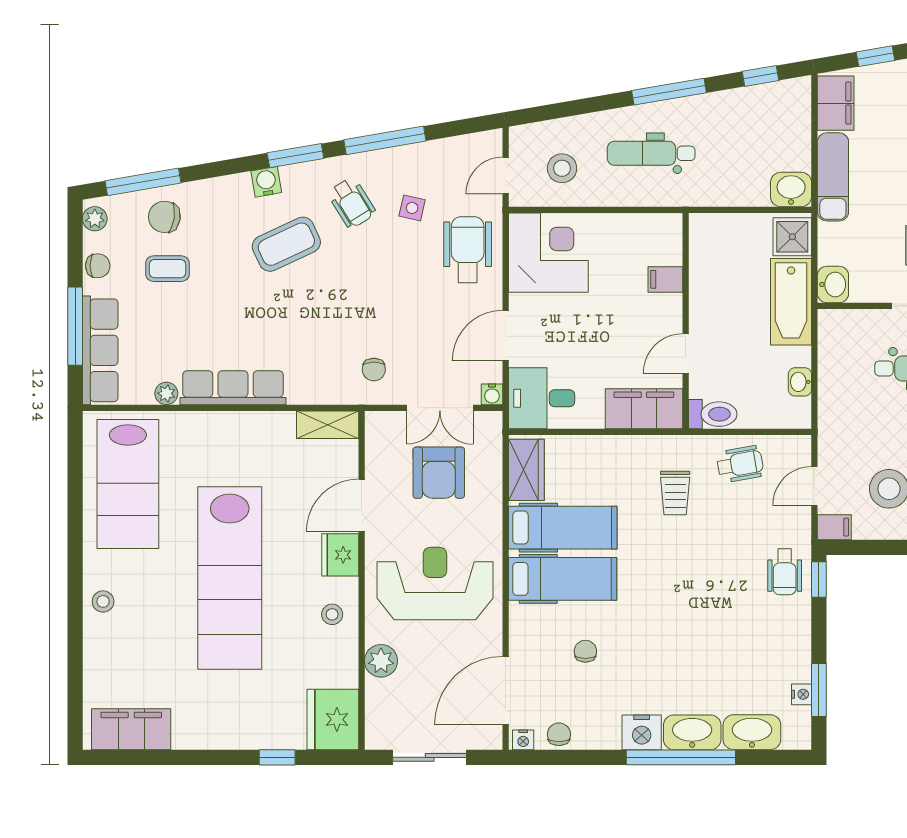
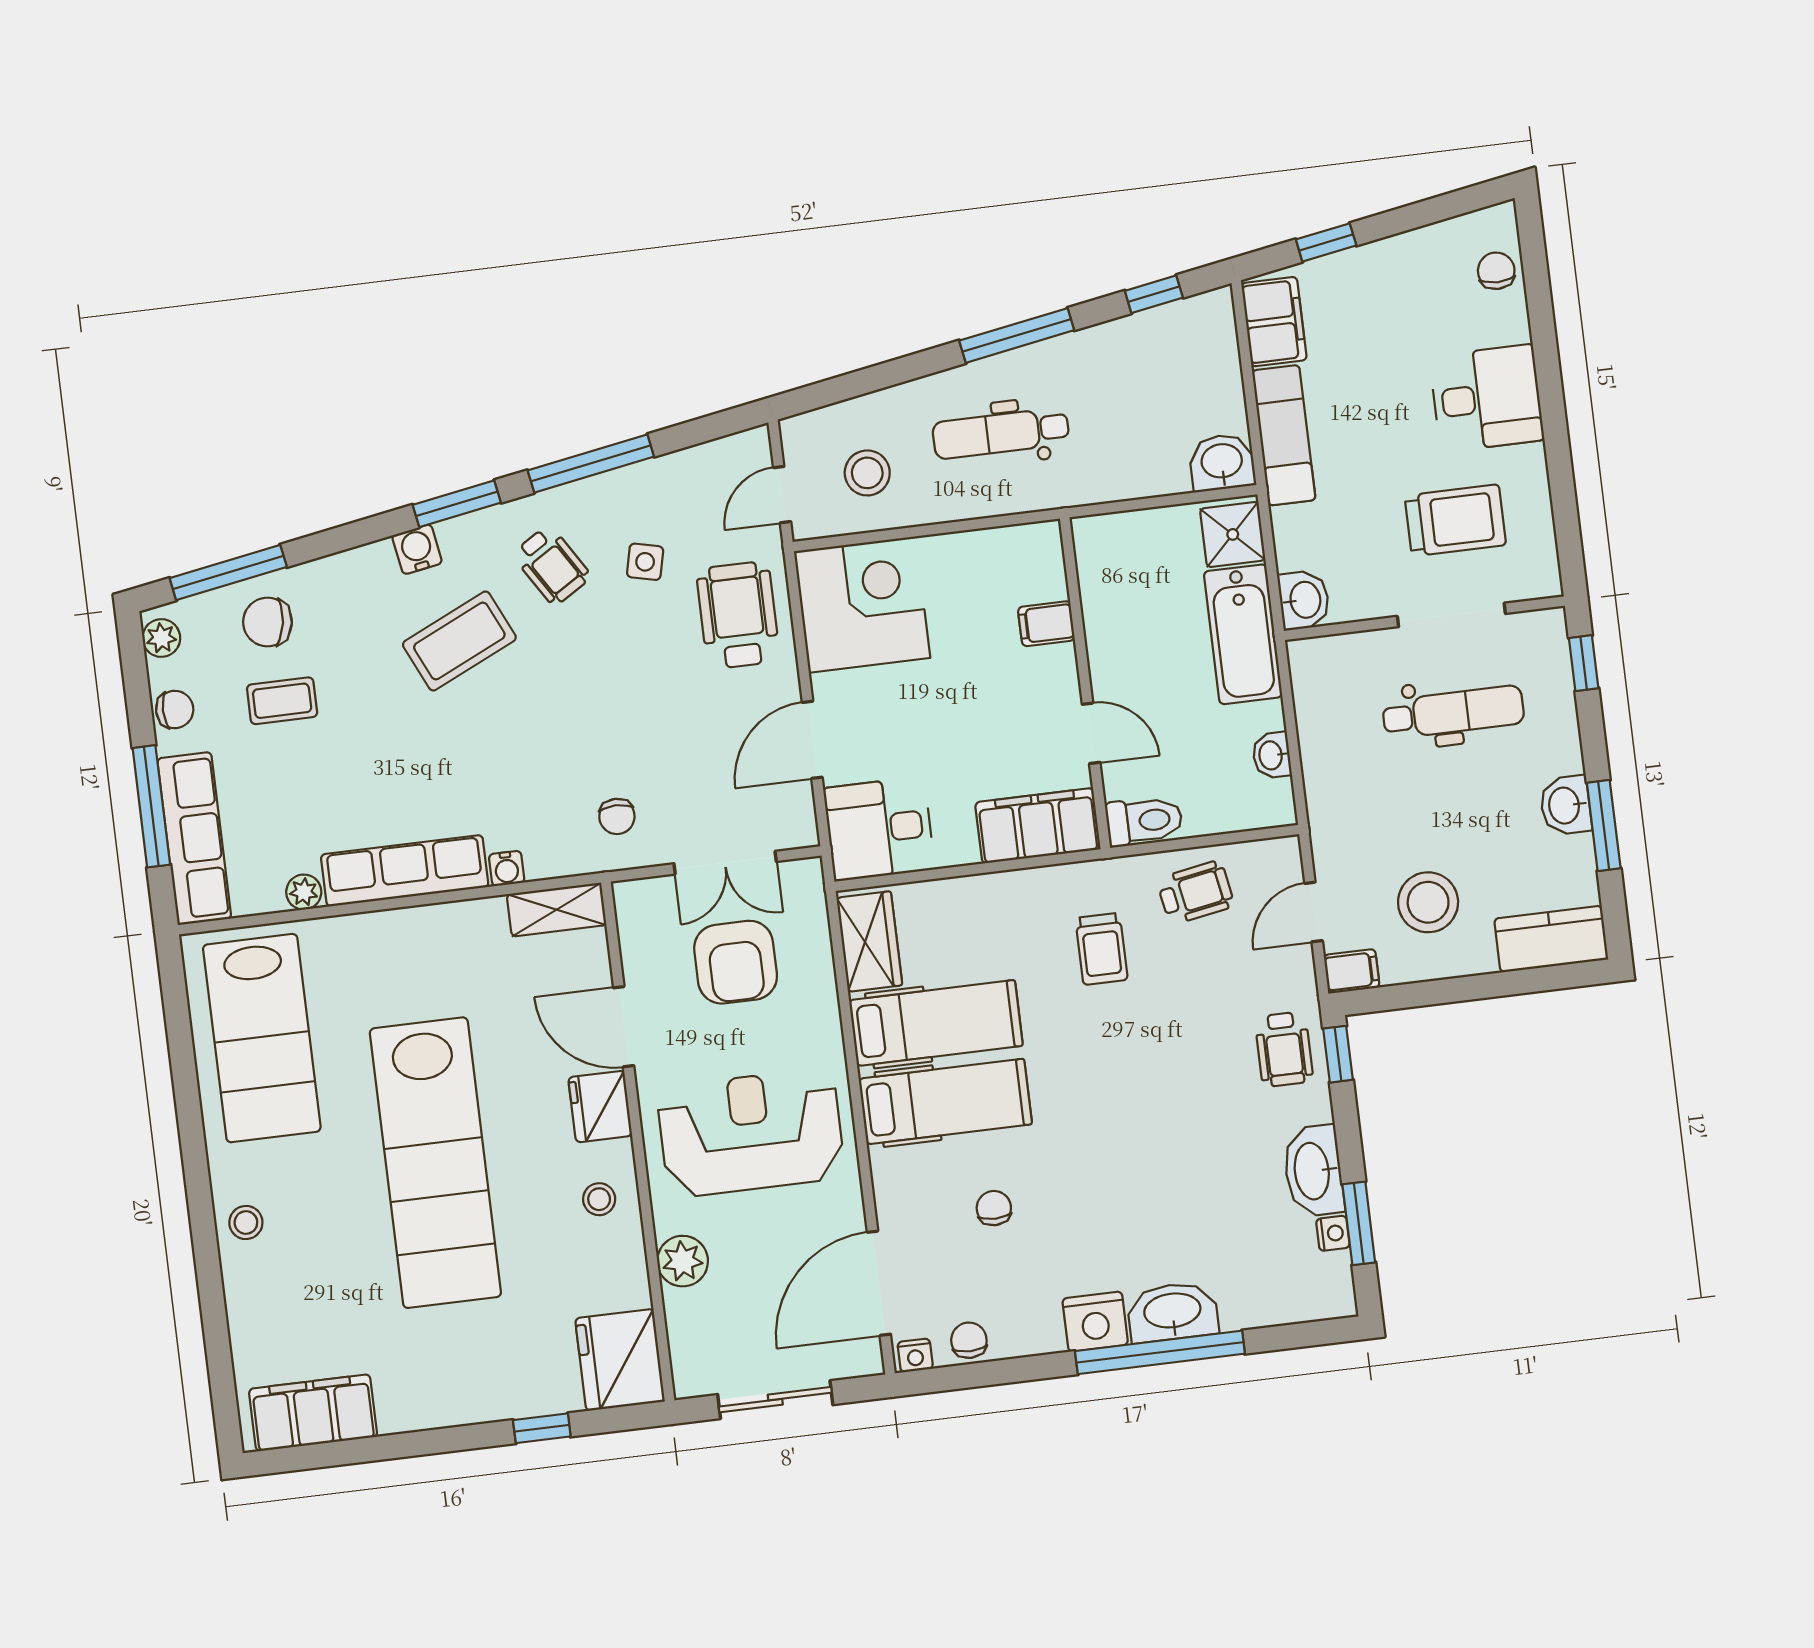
door: (686, 354) -> (1091, 733), swing flipped
water cooler: (492, 394) -> (507, 868), moved
door: (362, 505) -> (624, 1027), hinge flipped
washbasin: (752, 732) -> (1313, 1171), moved, turned -90

